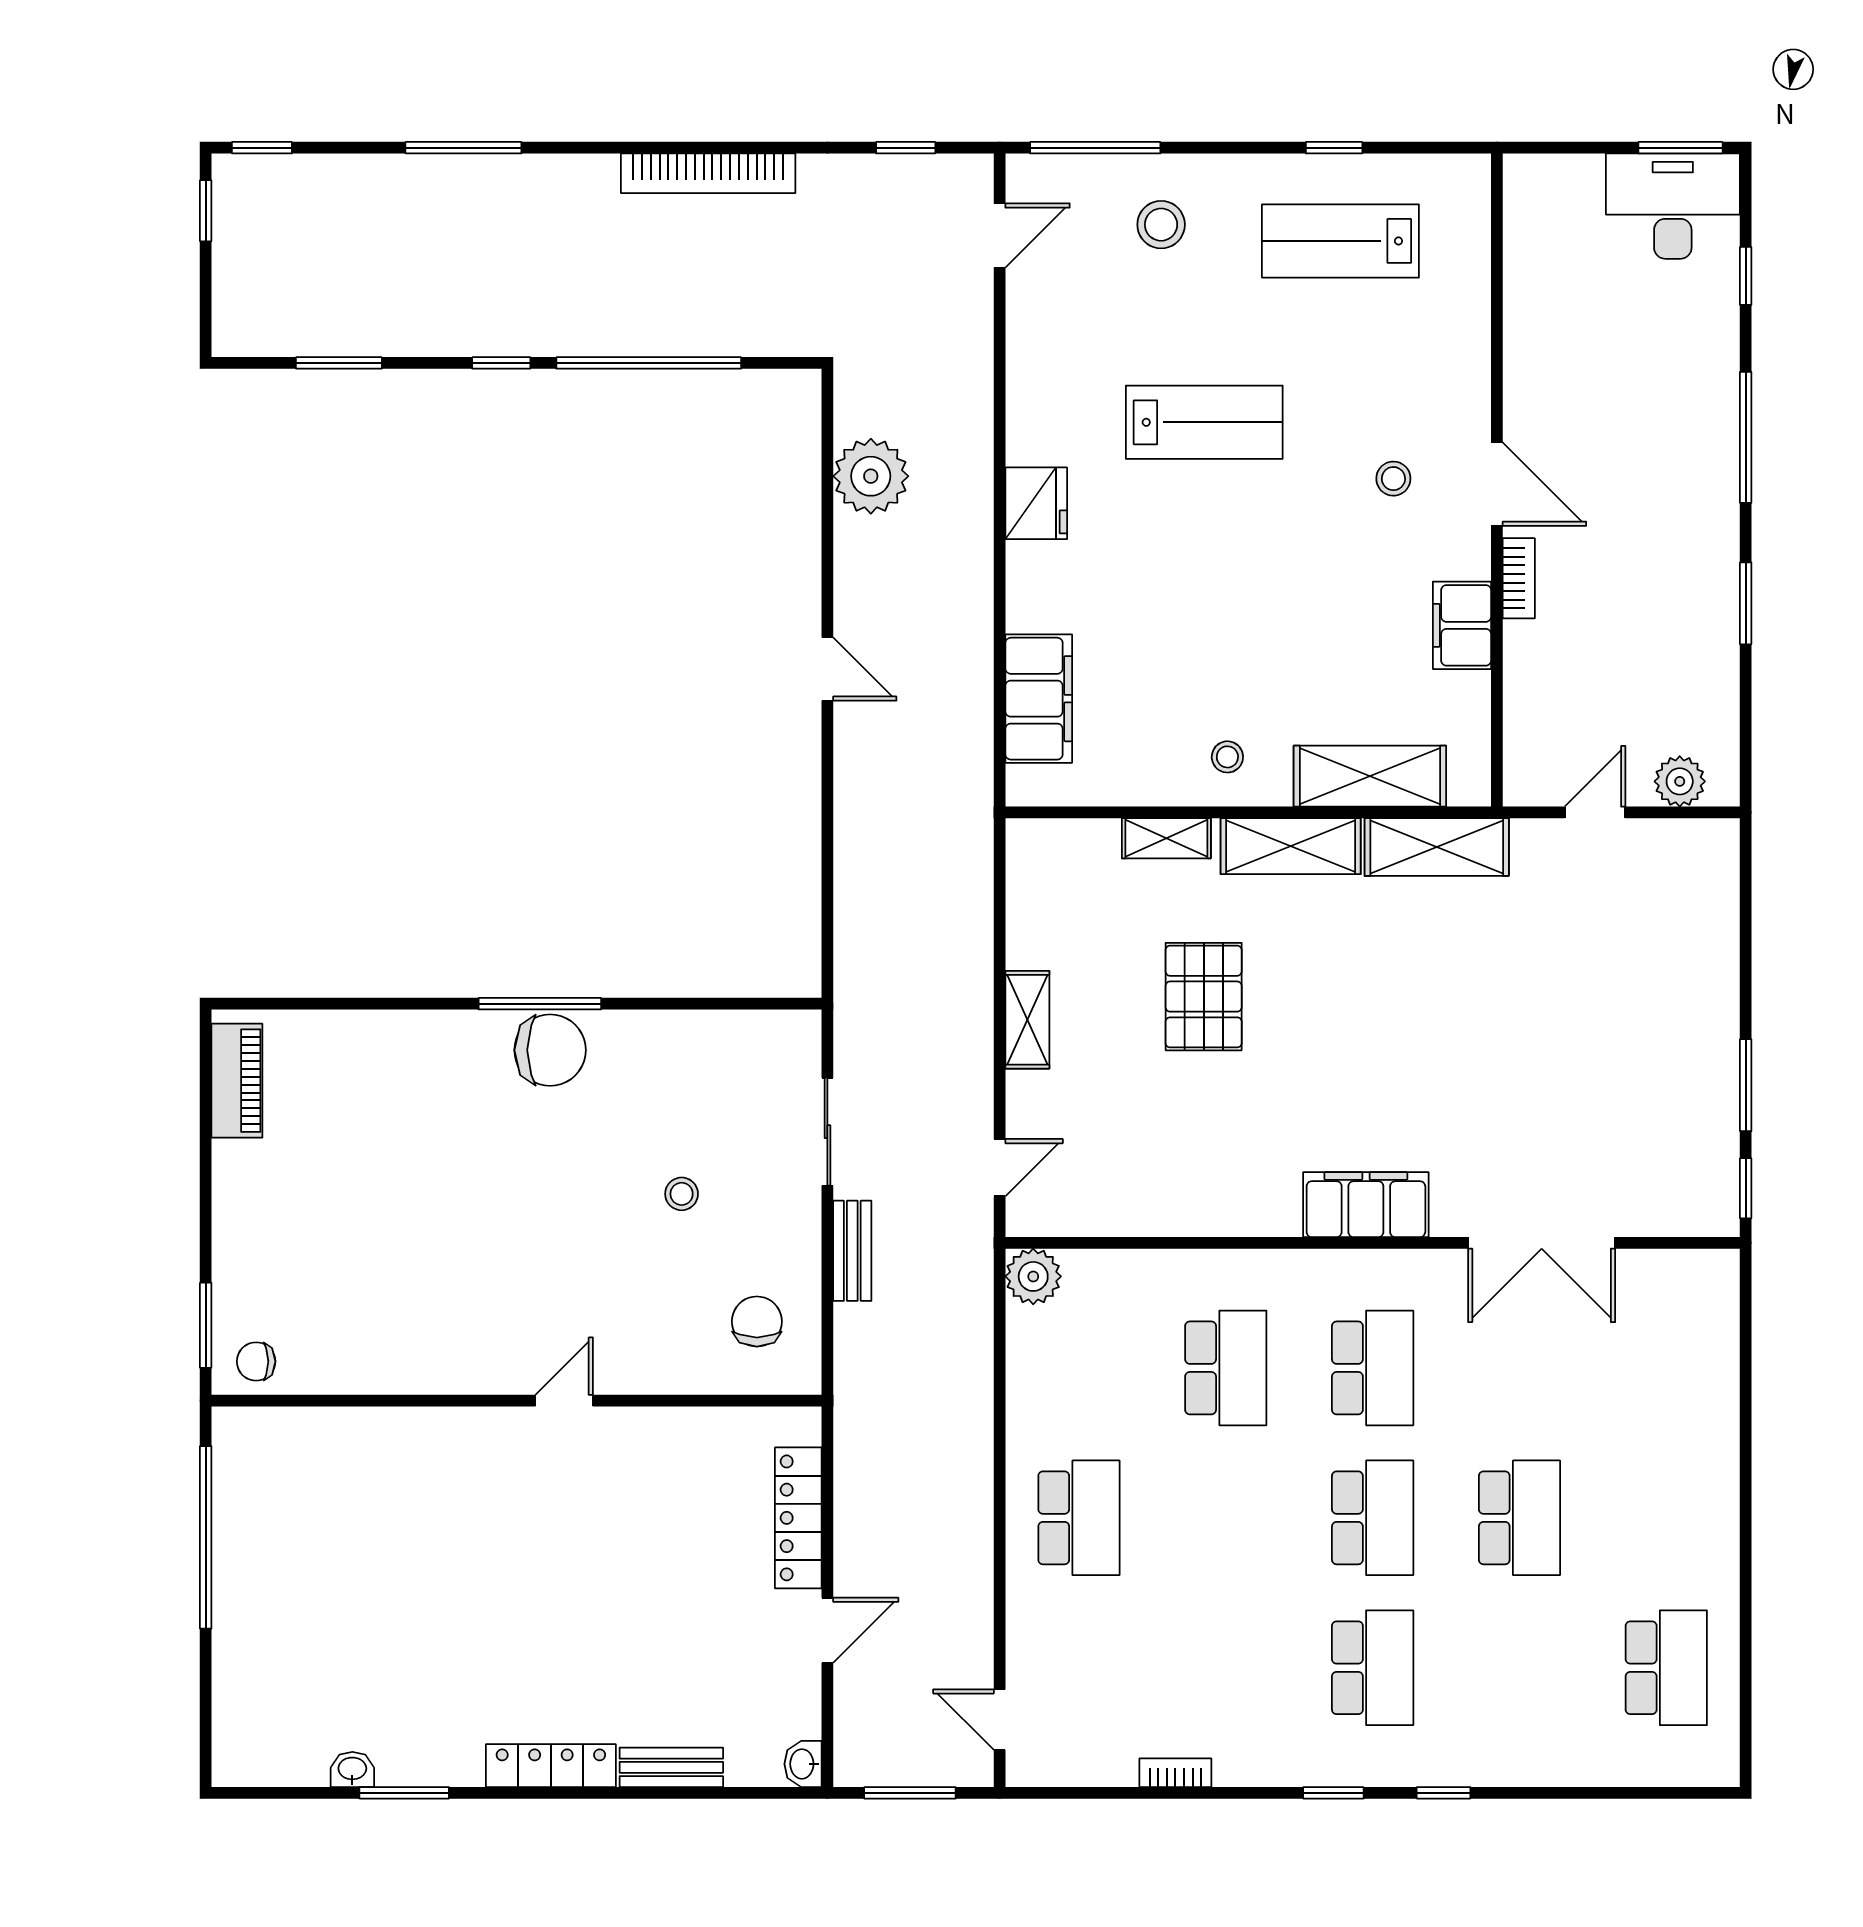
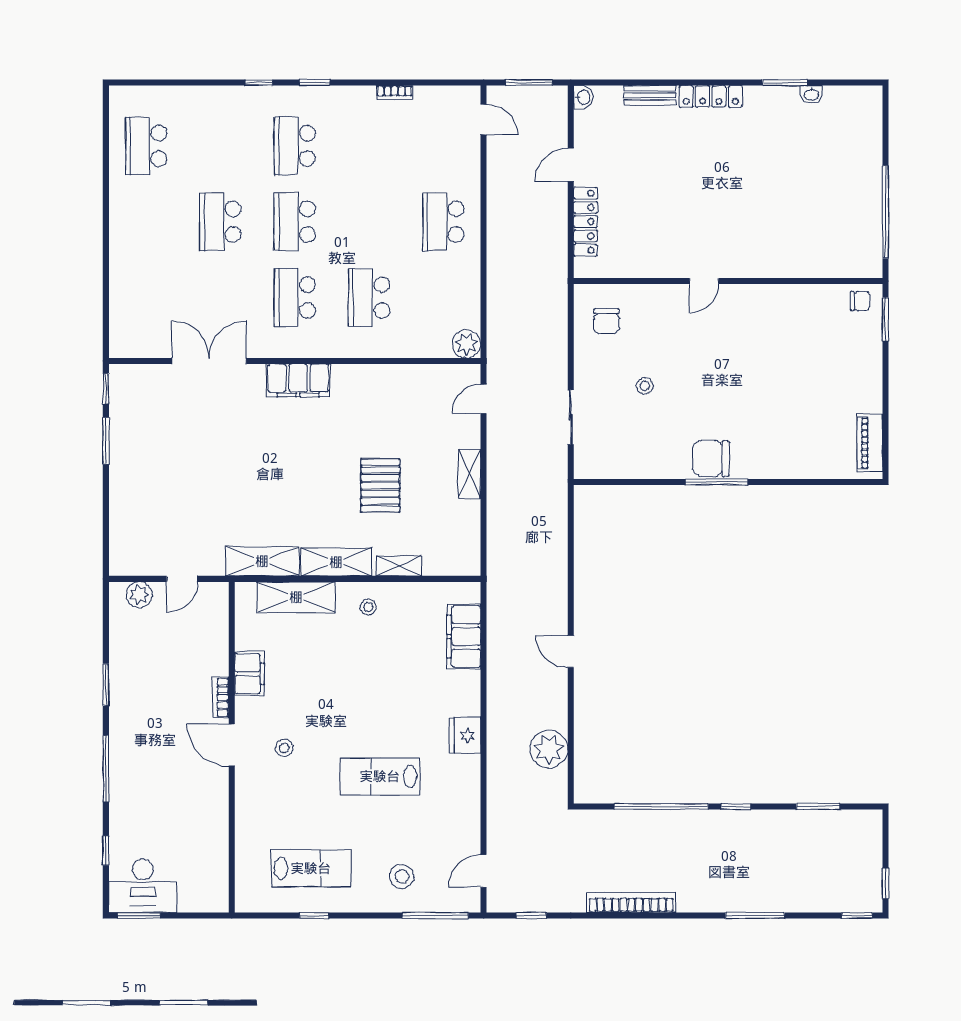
bench: (852, 1251) -> (558, 357), removed

